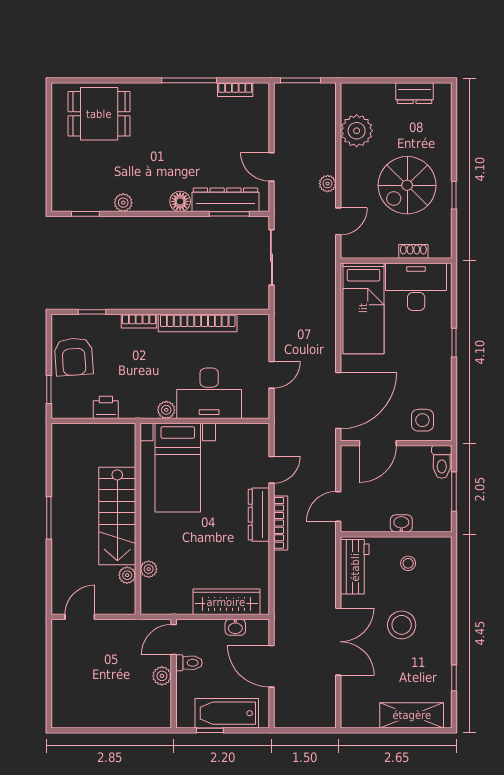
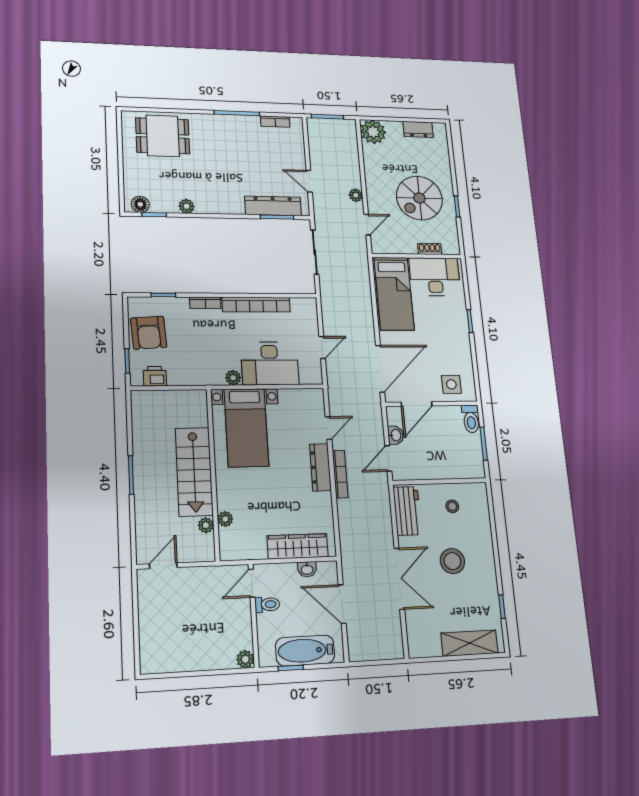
plant: (357, 131) -> (373, 132), moved
floor lamp: (180, 201) -> (140, 204), moved
printer: (106, 407) -> (155, 376), moved
washbasin: (401, 523) -> (396, 435), moved, turned 90
plant: (162, 676) -> (245, 659), moved

